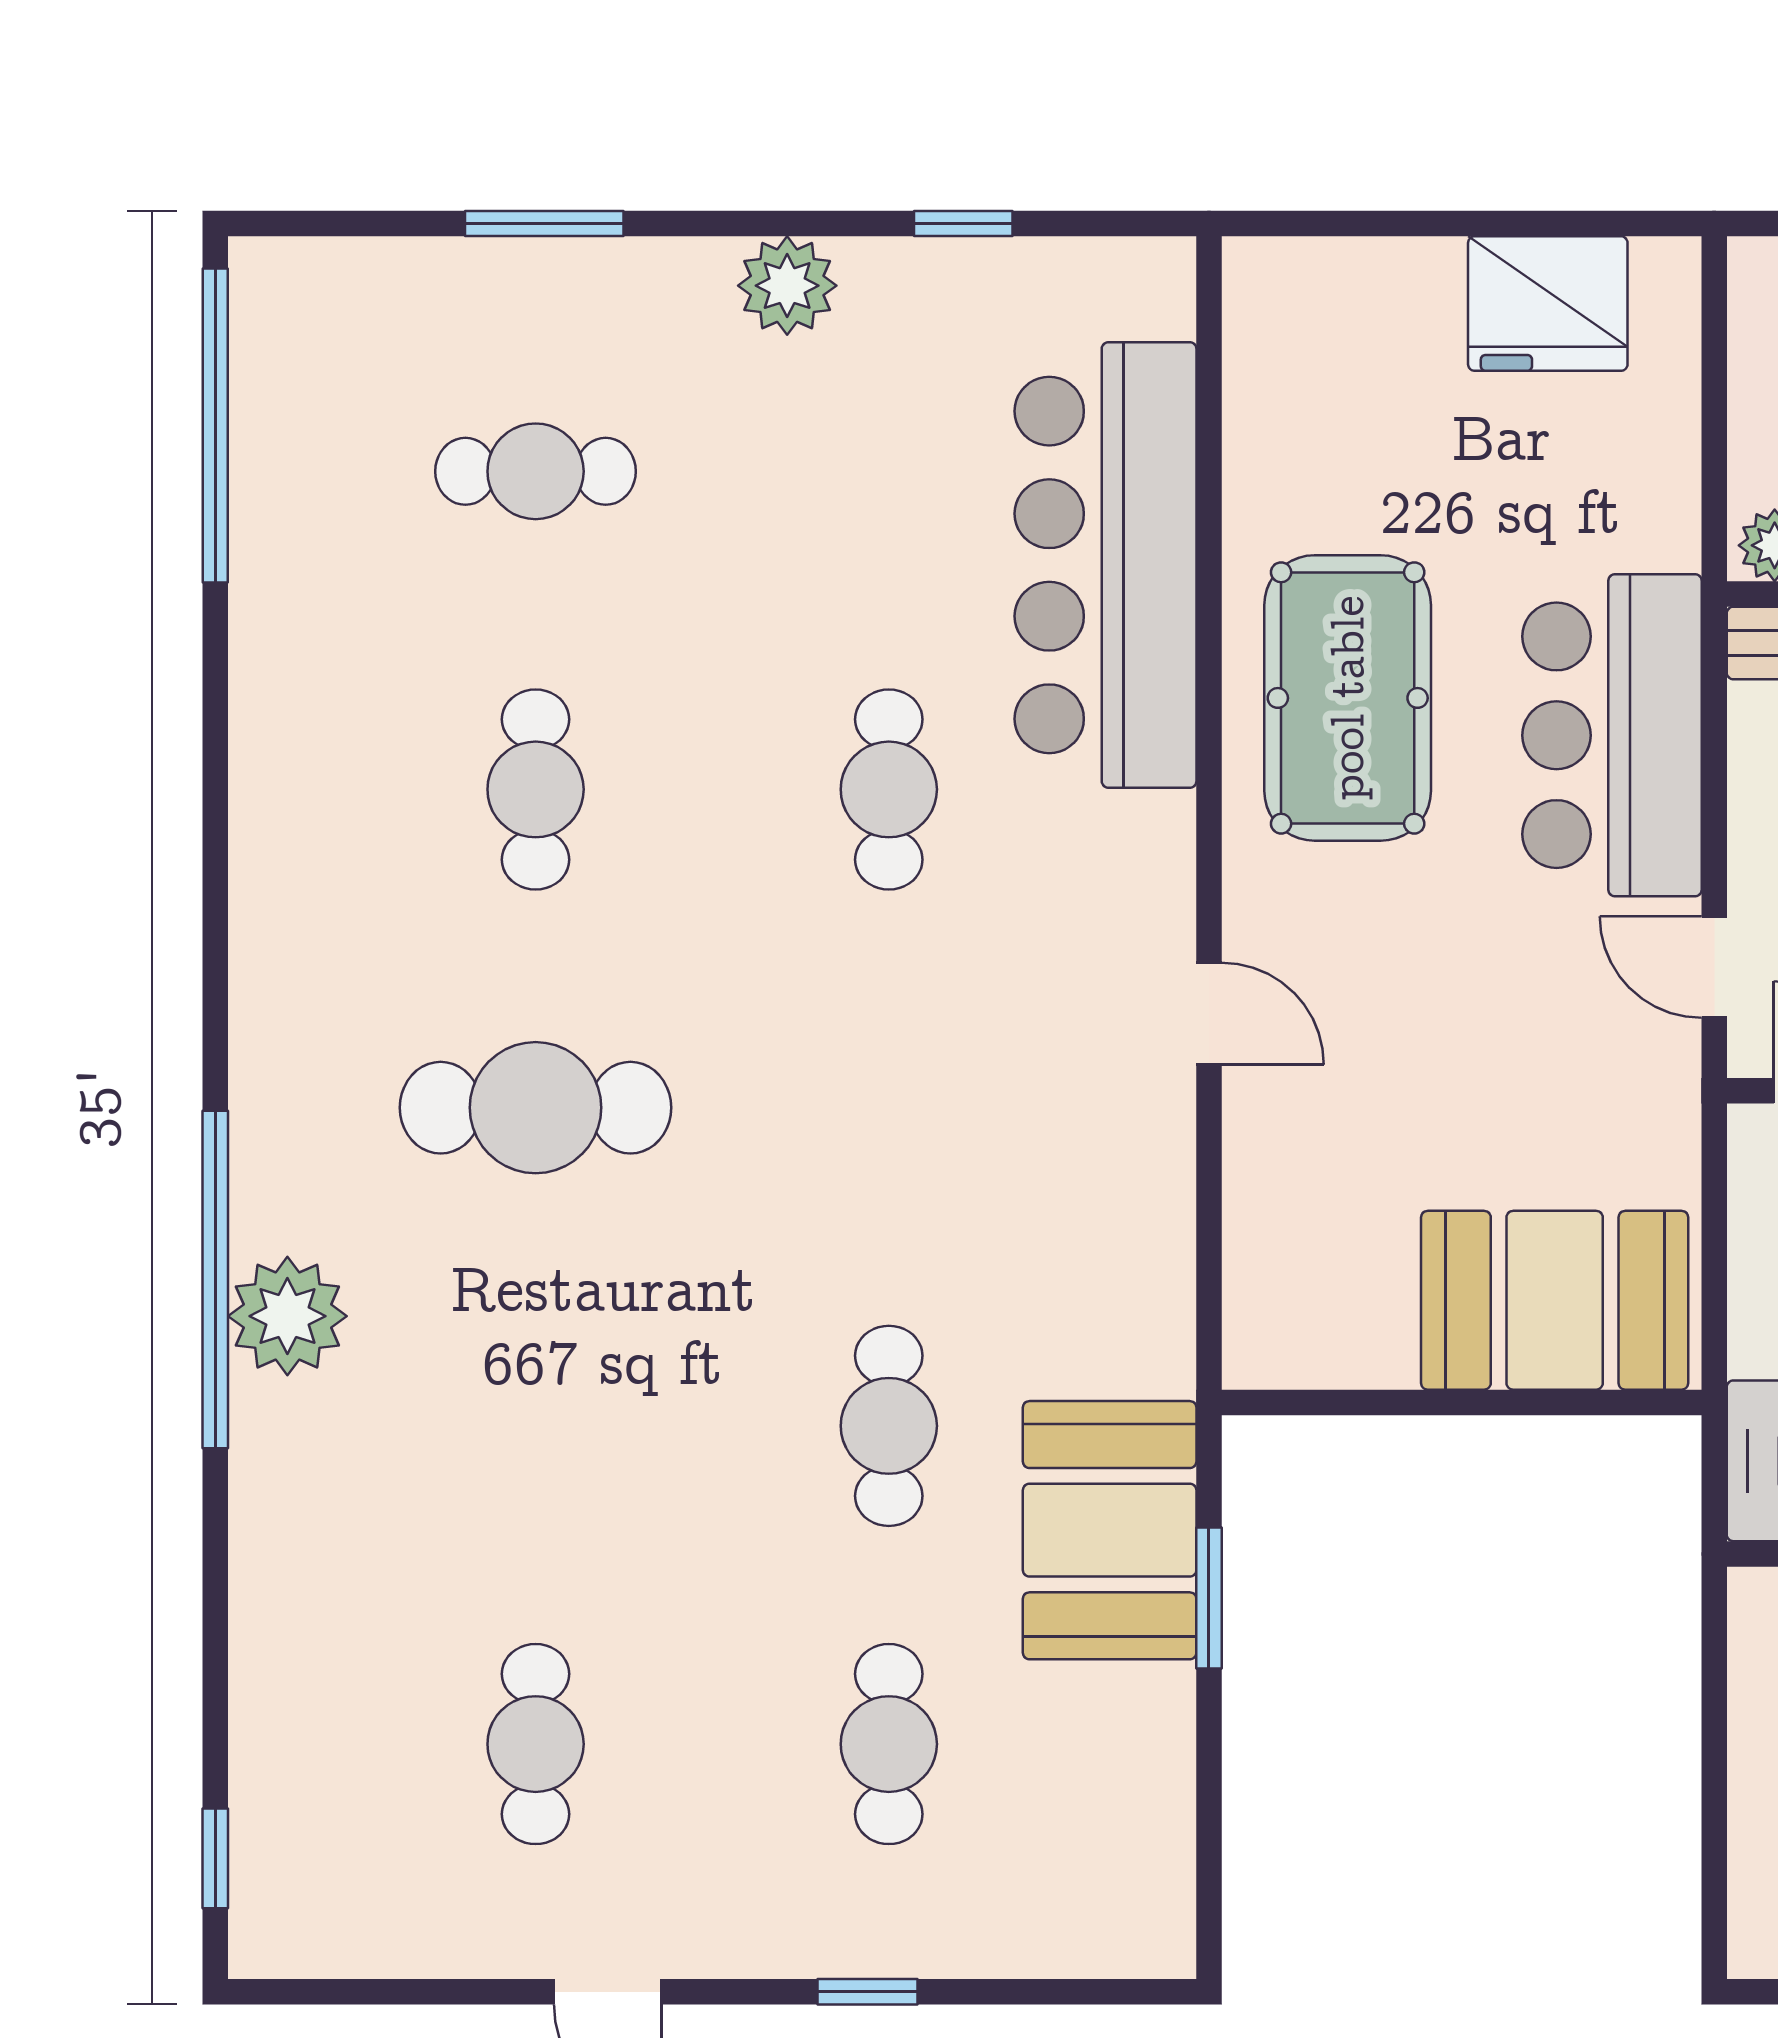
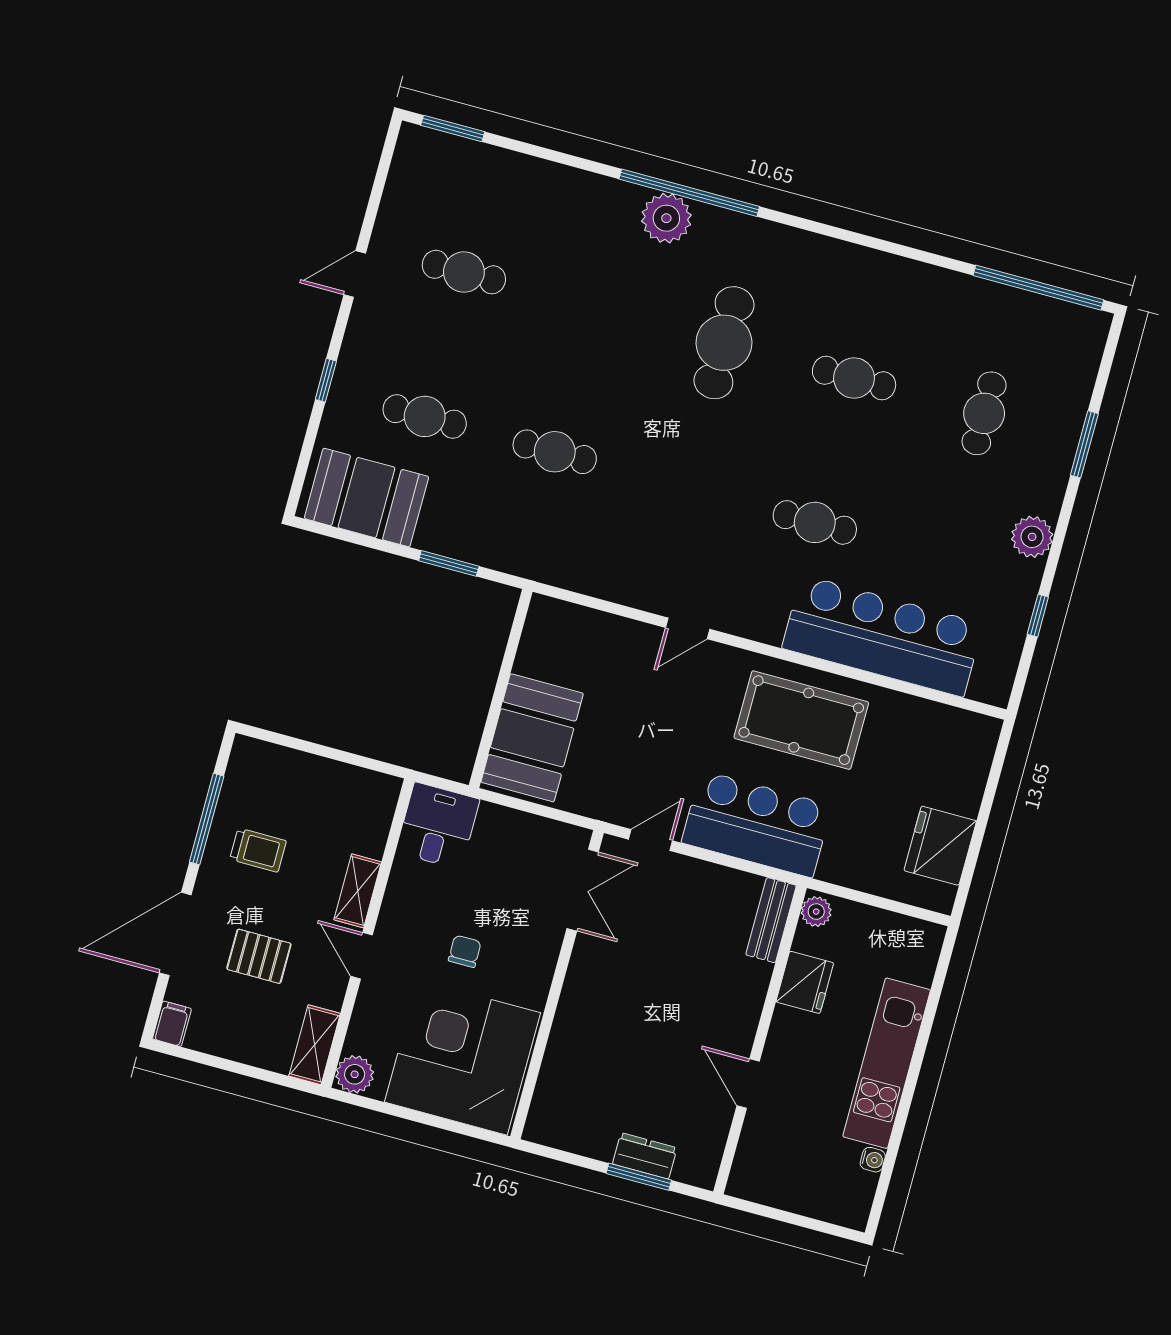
booth: (1110, 1530) -> (366, 498), moved
window: (215, 1858) -> (453, 129), width x1.50

